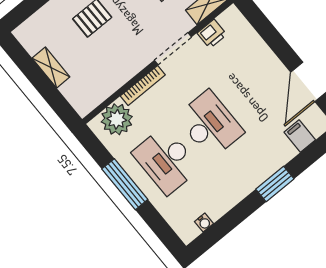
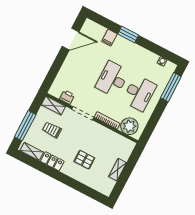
filing cabinet: (300, 136) -> (110, 38), moved
window: (125, 184) -> (171, 87), moved

